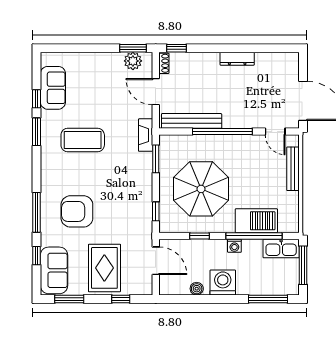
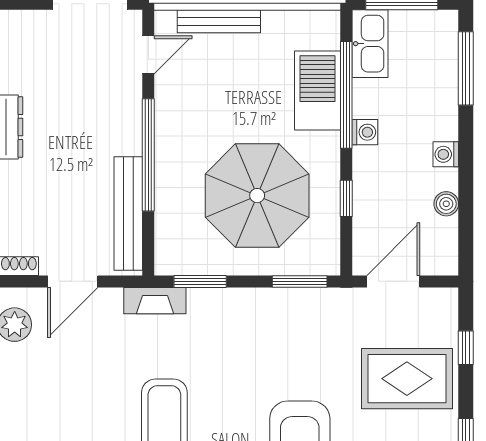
window: (156, 211) -> (300, 281), width x1.50
washing machine: (223, 282) -> (446, 154), width x0.53, depth x0.53

